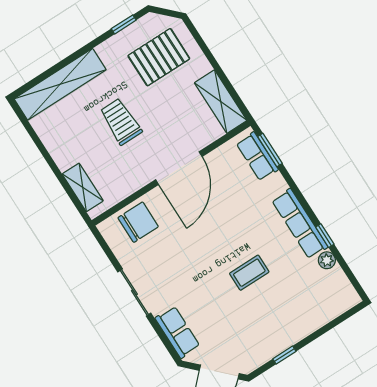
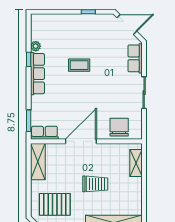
trolley: (121, 122) -> (95, 184), turned -90
row of seats: (257, 156) -> (44, 133), moved, turned -90
chair: (138, 222) -> (119, 127), turned 90

